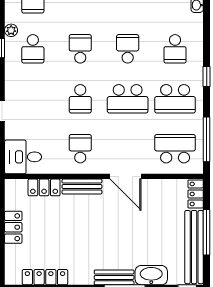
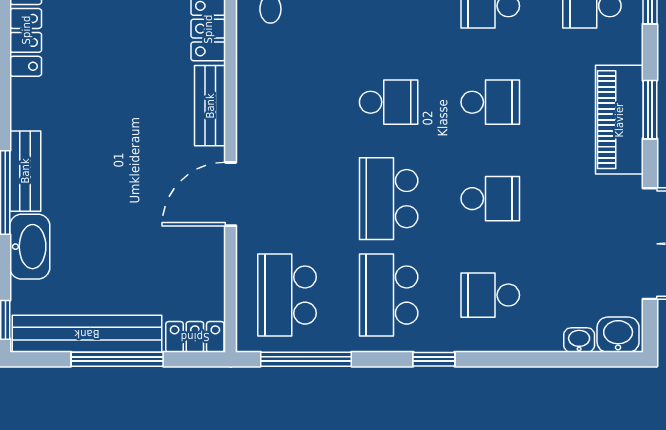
school desk: (80, 99) -> (389, 102), turned 180
school desk: (80, 149) -> (287, 102), removed
school desk: (175, 149) -> (287, 295), turned 180

